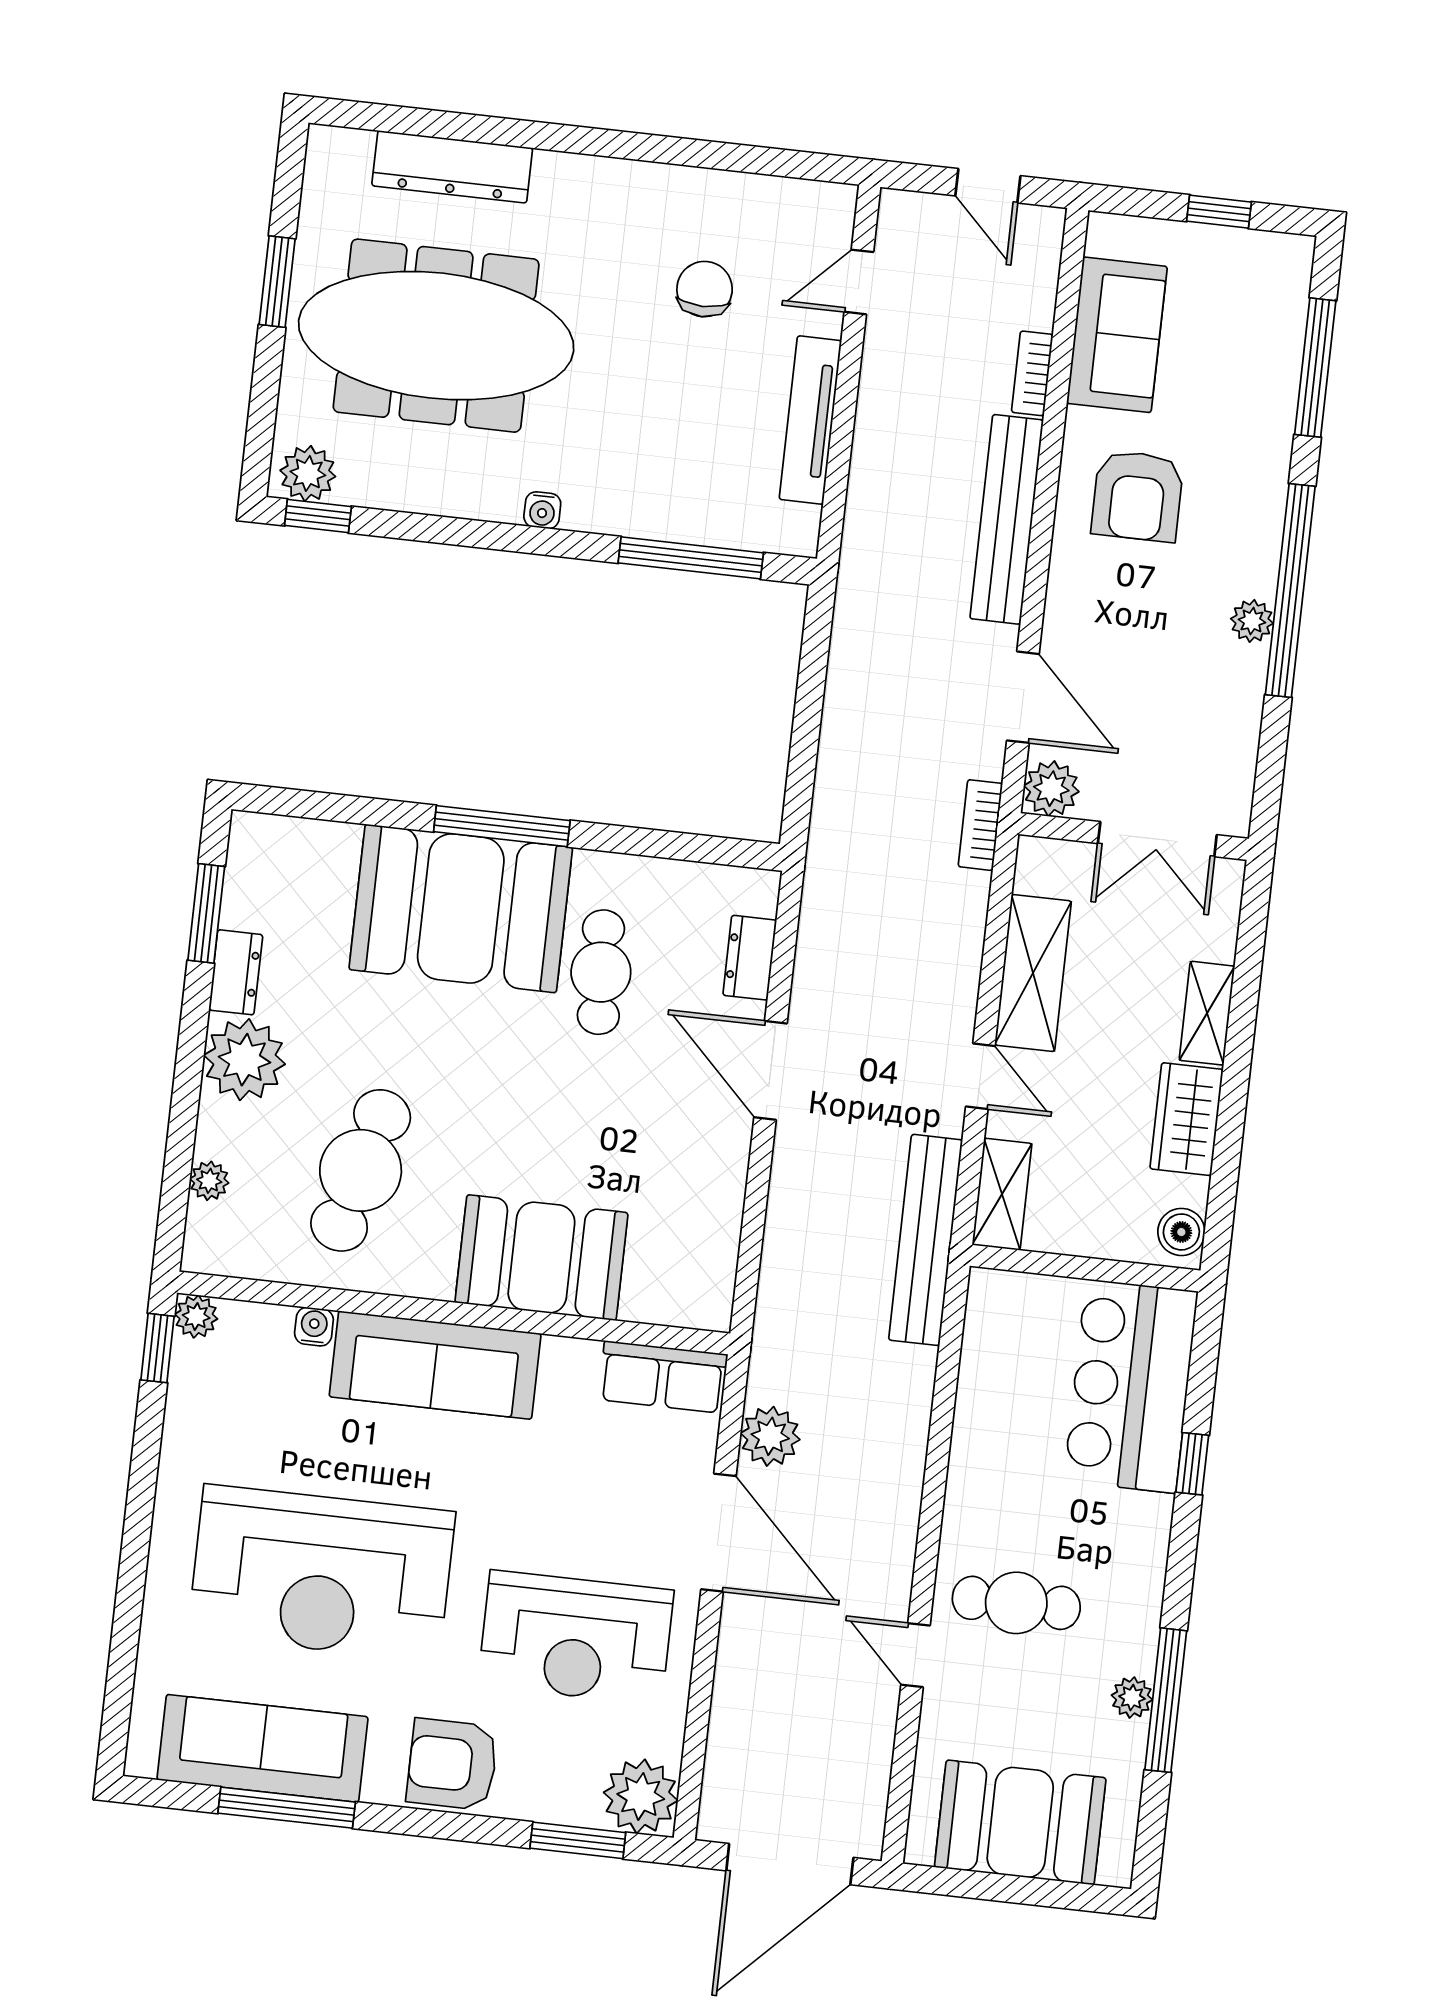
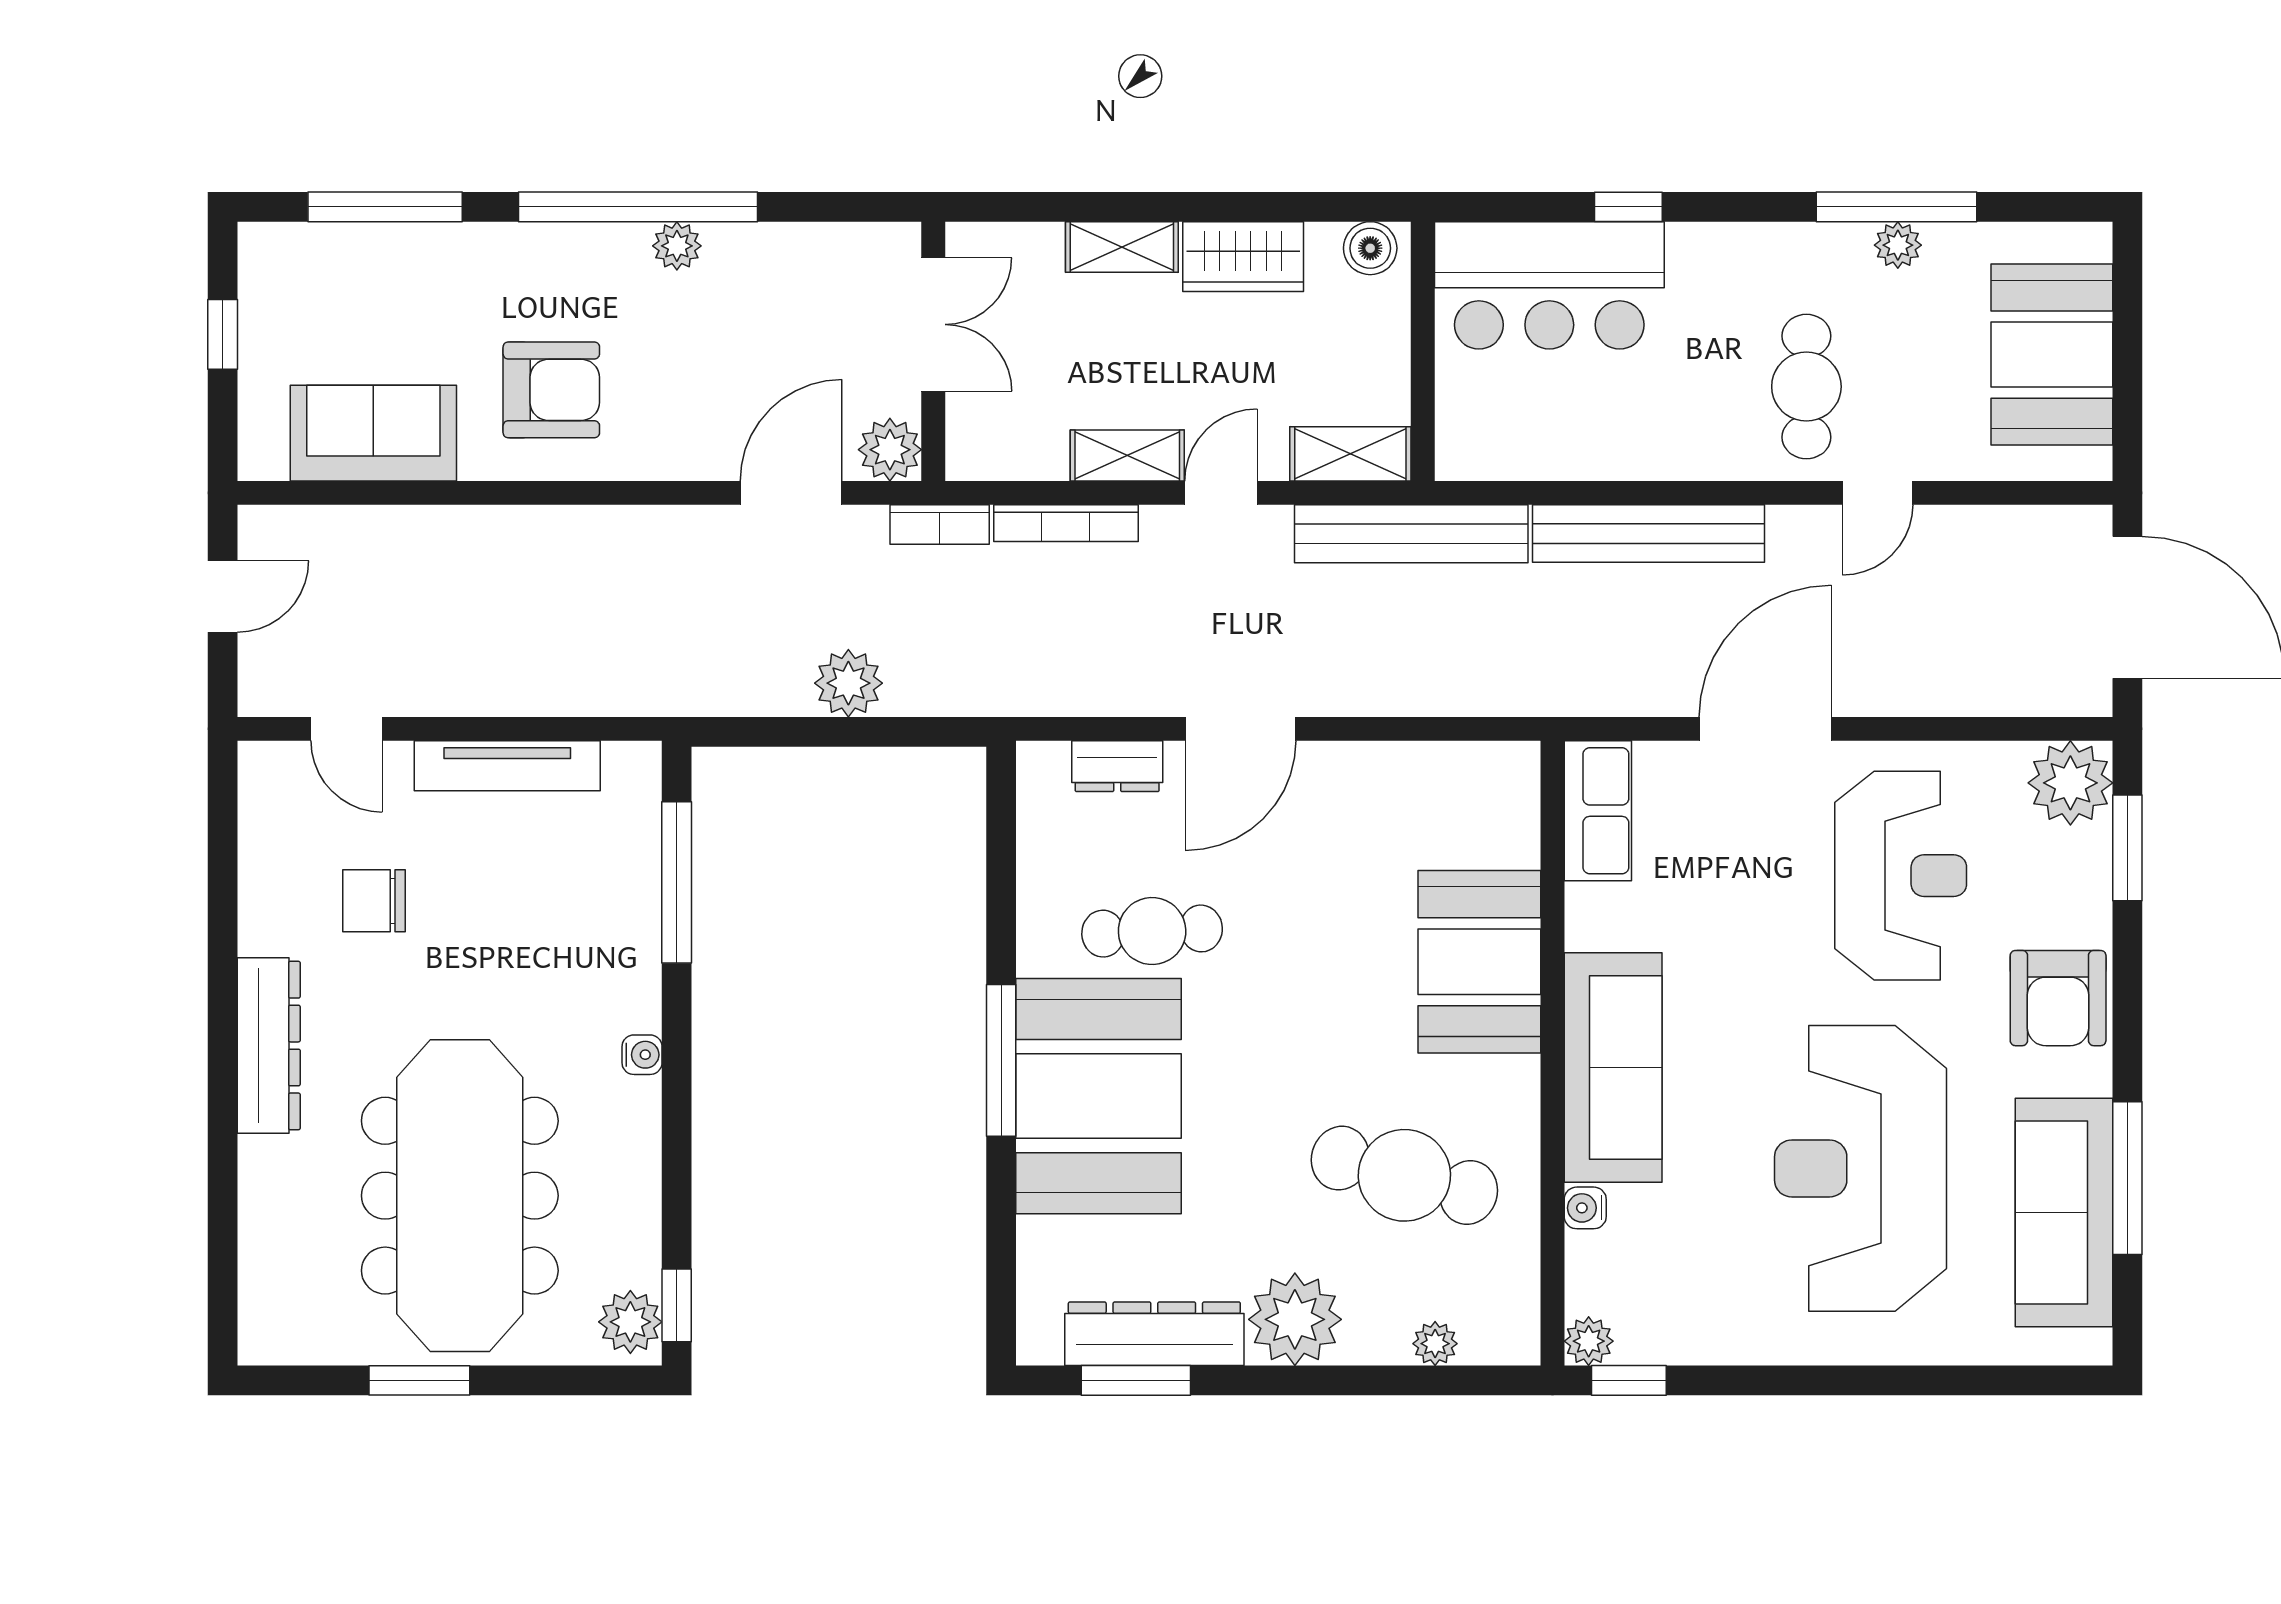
dresser: (452, 167) -> (269, 1046), moved
bookcase: (1032, 373) -> (1066, 523), moved, width x1.56
bench: (1007, 519) -> (1649, 534), moved
dresser: (236, 972) -> (1154, 1334), width x1.96, depth x1.24
shelving: (1033, 973) -> (1127, 456), width x0.67, depth x0.75
plant: (770, 1436) -> (848, 683), moved
reception desk: (322, 1573) -> (1860, 1168), turned 180

